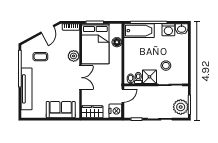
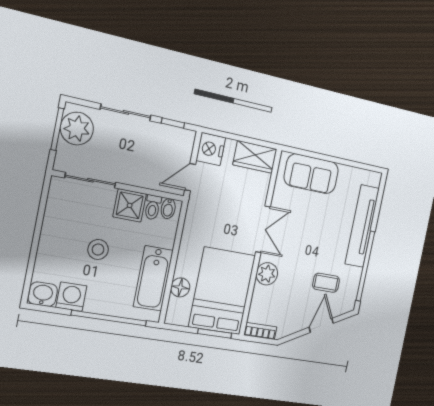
door: (47, 29) -> (321, 325), moved
bathtub: (139, 31) -> (153, 278), moved, turned -90
stool: (166, 66) -> (98, 249), moved
double door: (80, 78) -> (263, 229), swing flipped

